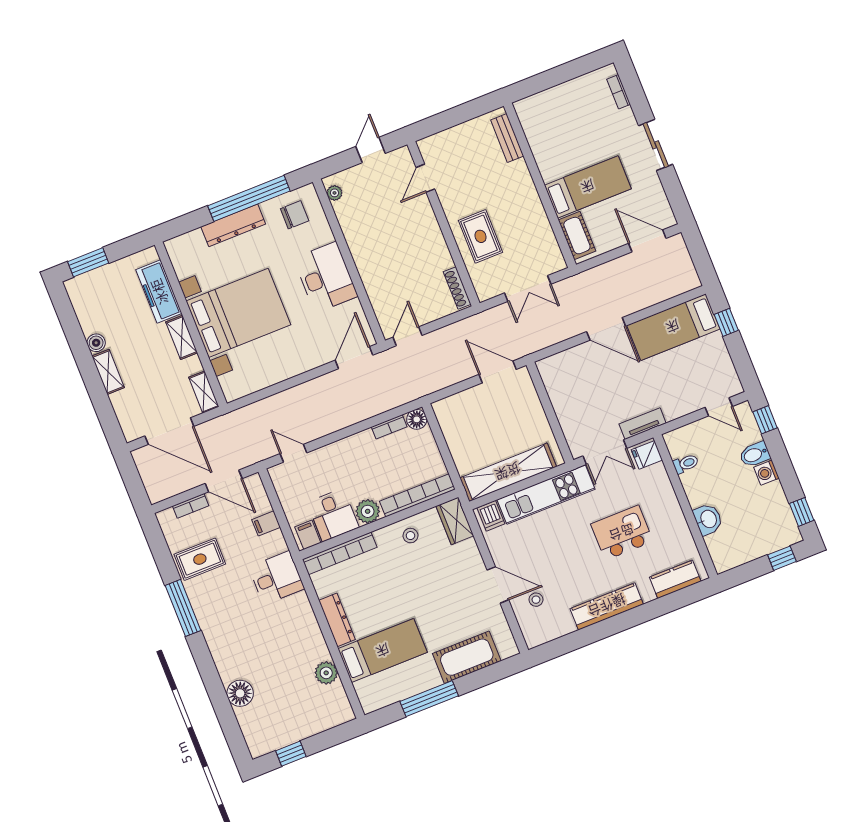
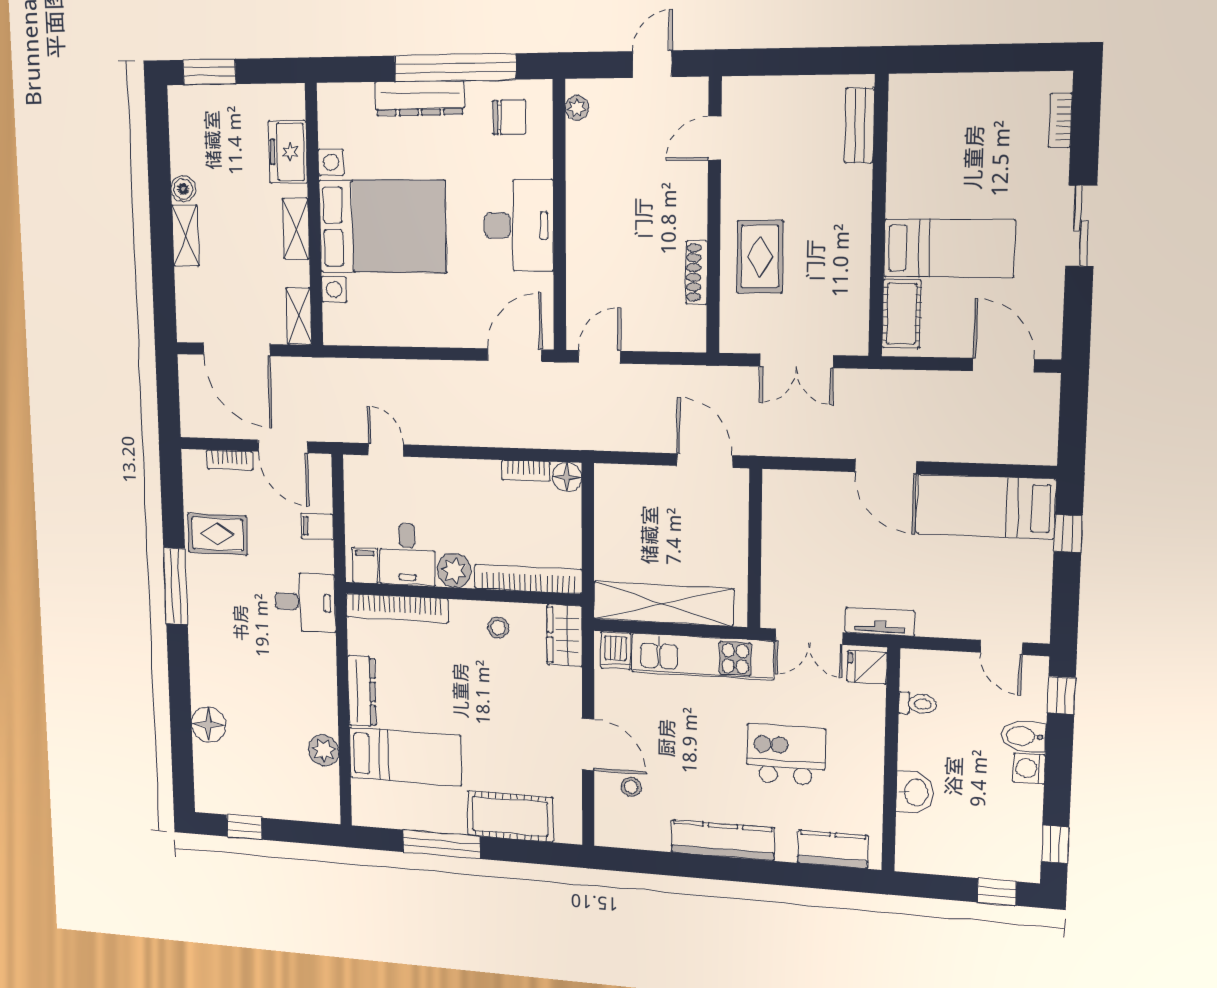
shoe rack: (457, 288) -> (696, 272), moved
freezer: (159, 292) -> (288, 152), width x0.71

